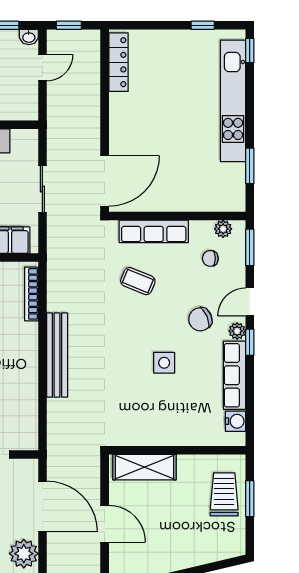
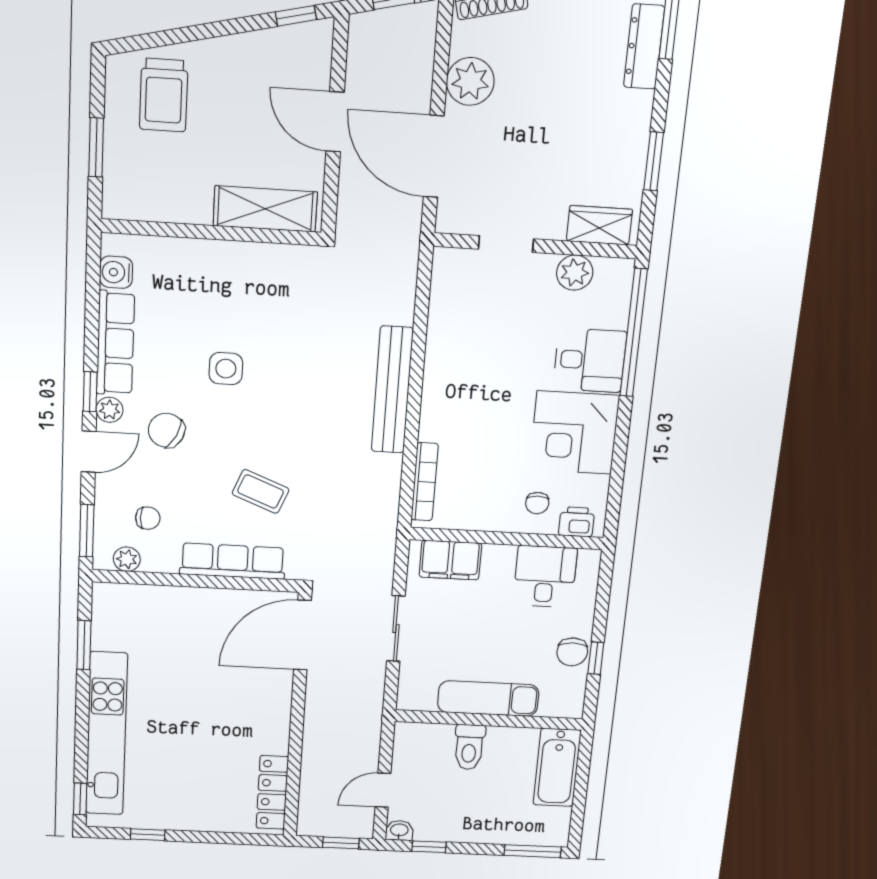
chair: (200, 319) -> (167, 430), turned -130
trolley: (224, 494) -> (164, 95), moved

